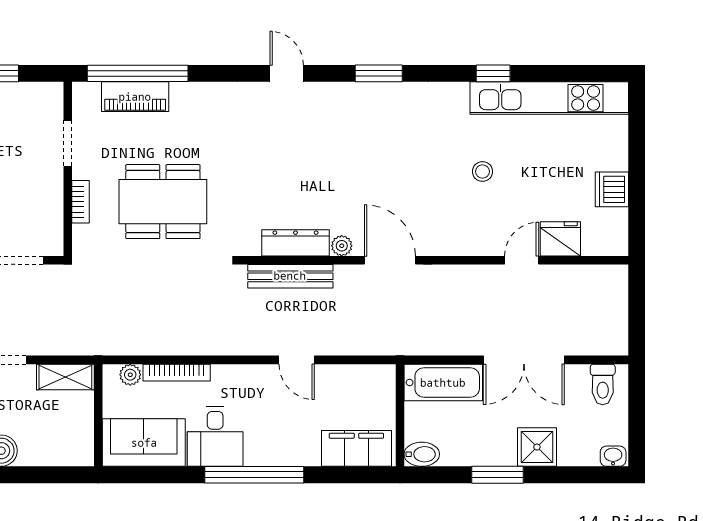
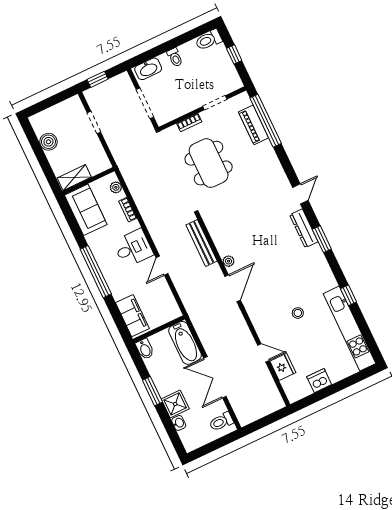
dresser: (295, 243) -> (304, 228), moved, turned 180
bookcase: (177, 373) -> (128, 210), width x0.64
shelving: (65, 377) -> (74, 178), moved, turned 90
desk: (215, 436) -> (133, 248), moved, turned 180
washbasin: (613, 456) -> (179, 423), moved

